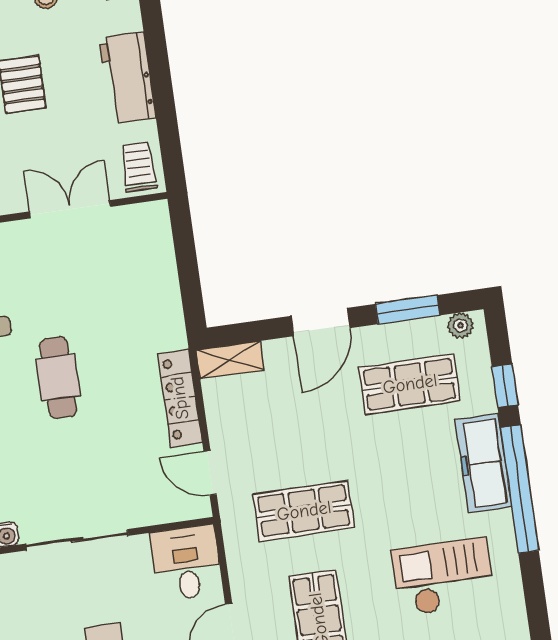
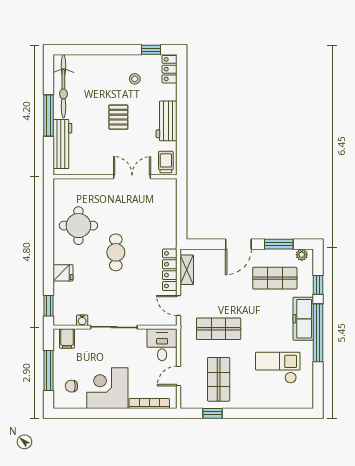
shelving: (230, 360) -> (187, 270), moved, turned 90

